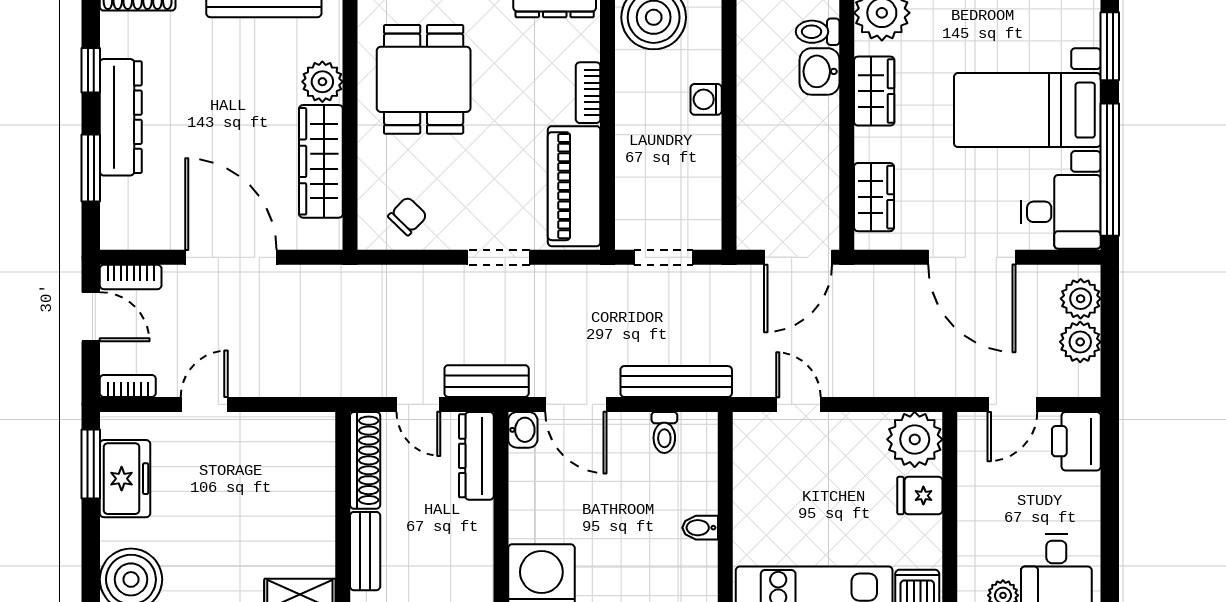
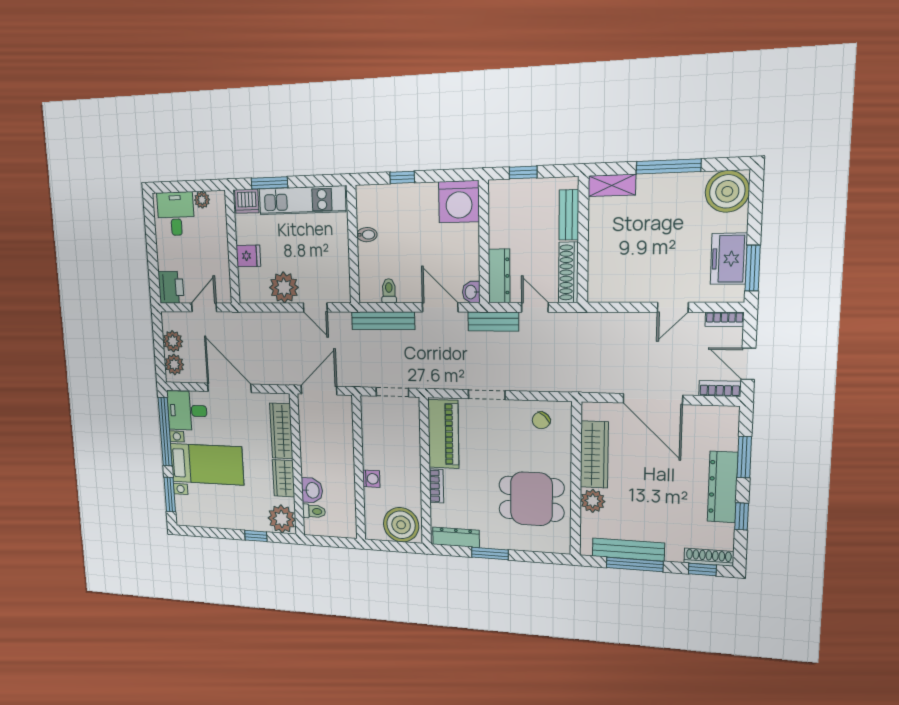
dining table: (424, 79) -> (531, 499), turned 90
wardrobe: (874, 197) -> (281, 431), width x1.50
plant: (915, 439) -> (284, 288), moved

